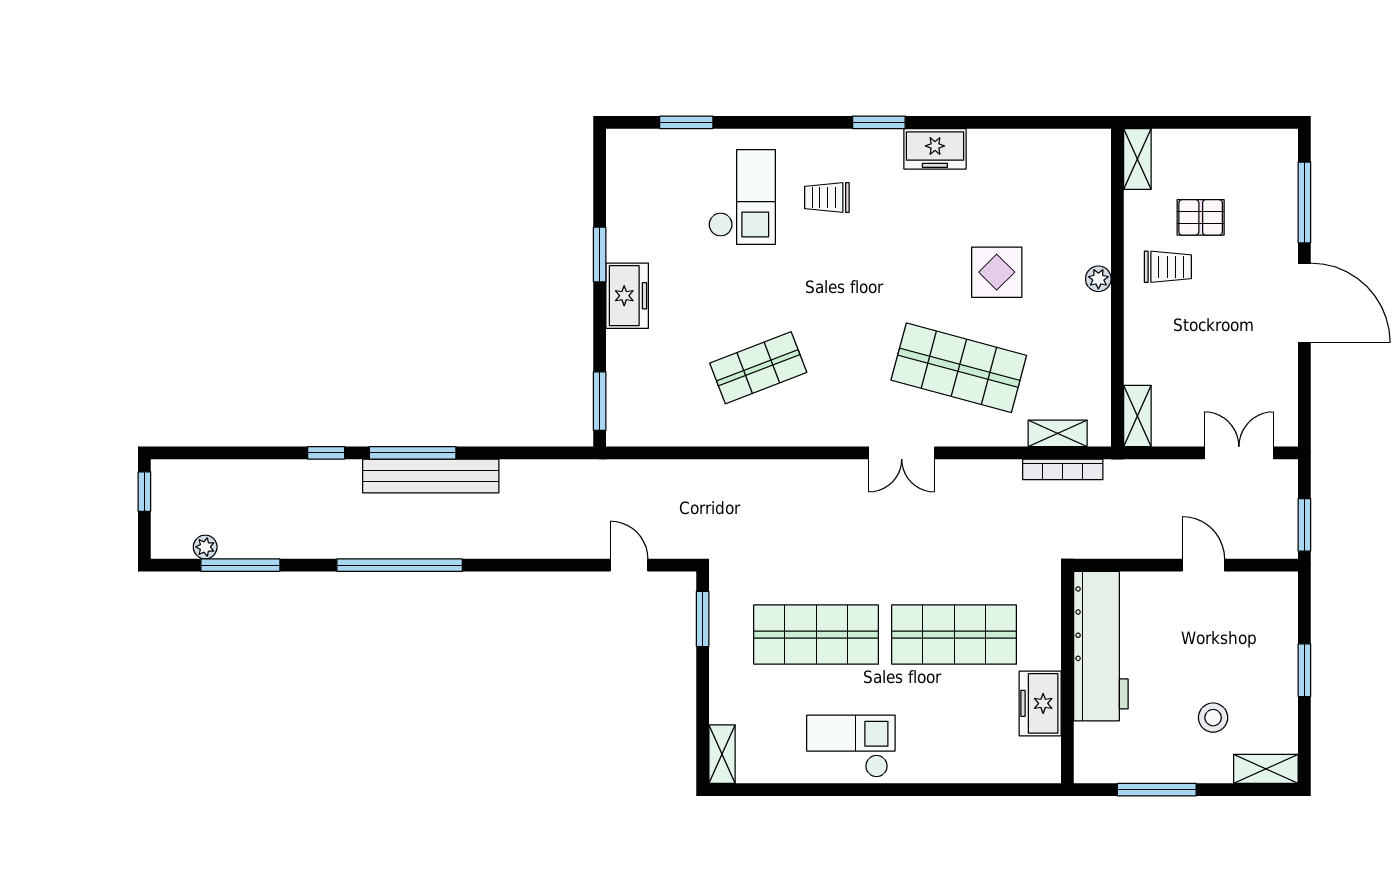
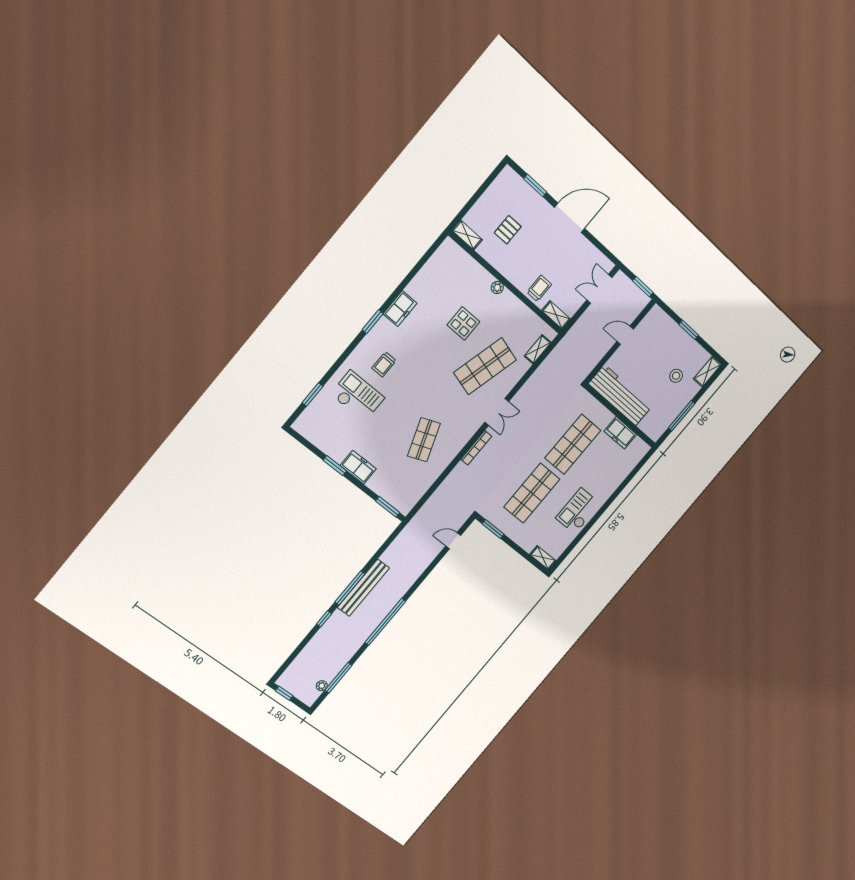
window: (1304, 202) -> (535, 186), width x0.69
trolley: (1168, 267) -> (539, 288), moved
bookcase: (1063, 469) -> (476, 448), moved

